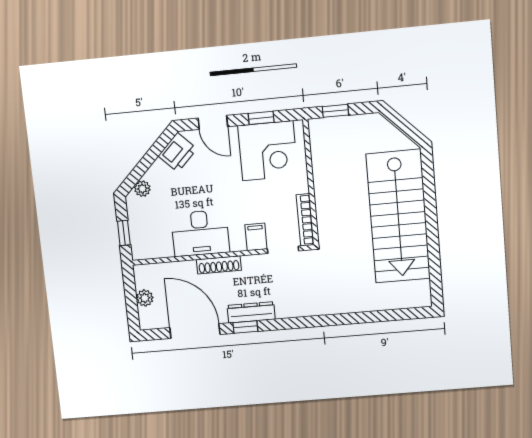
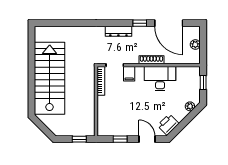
corner desk: (268, 151) -> (118, 121), removed
dresser: (251, 312) -> (118, 31), moved

